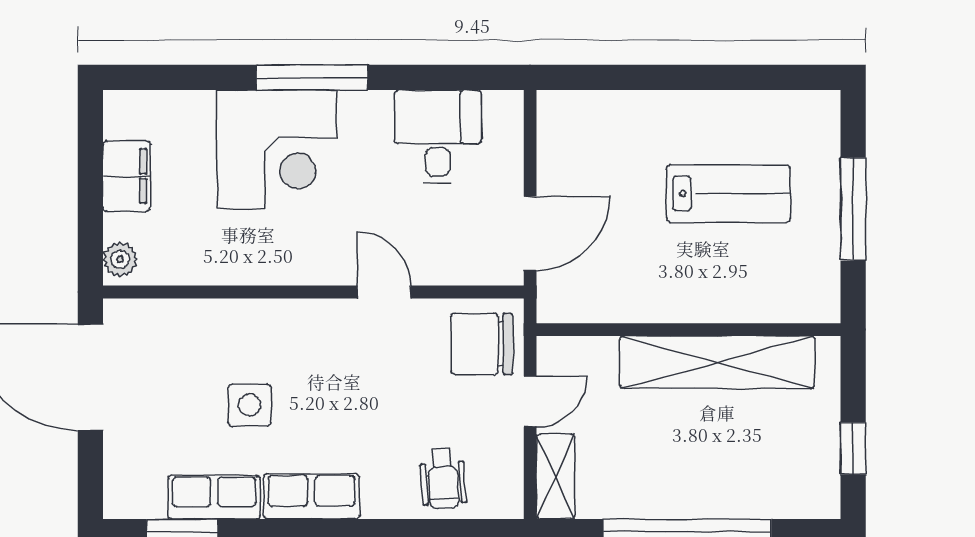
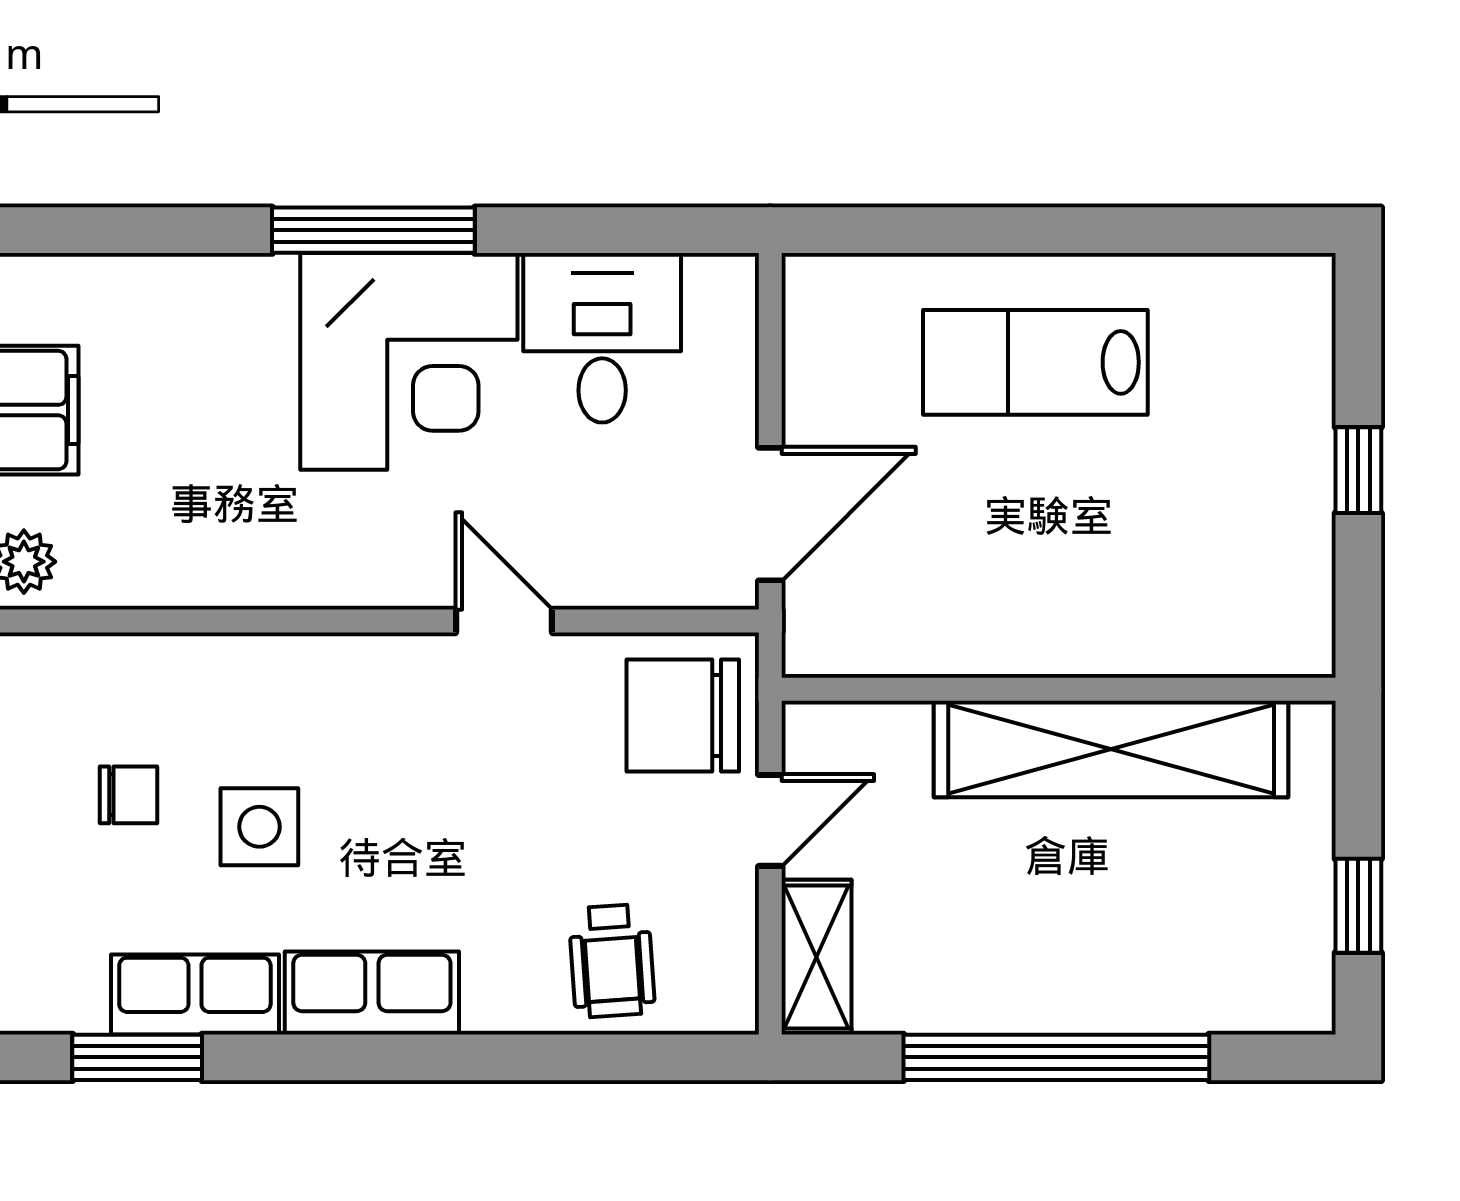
corner desk: (276, 149) -> (409, 361), moved
lab bench: (728, 194) -> (1035, 362), moved, turned 180
window: (853, 209) -> (1358, 470), width x0.46
chair: (178, 387) -> (128, 795), added

